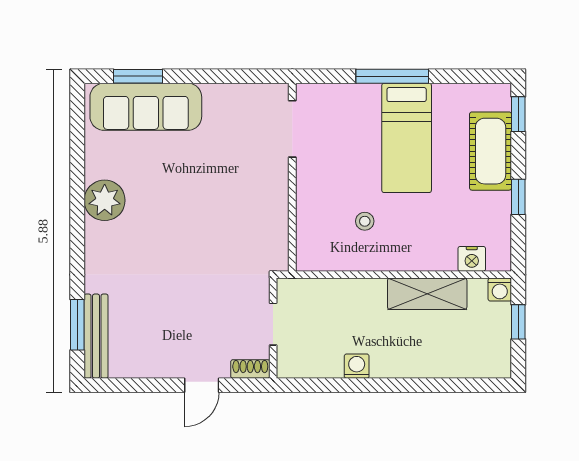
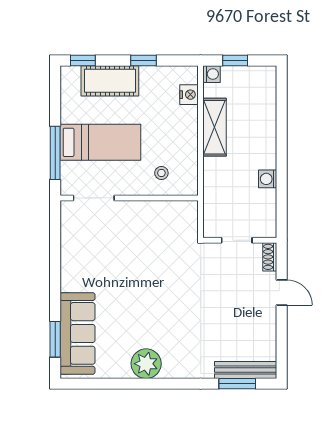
doorway: (292, 129) -> (94, 198), moved
wall: (292, 177) -> (129, 198), moved

